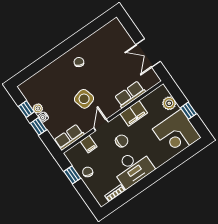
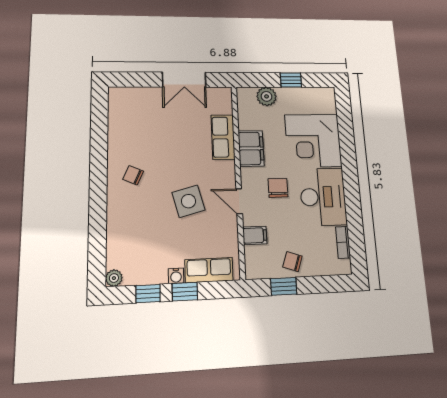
plant: (38, 108) -> (114, 278), moved
corner desk: (177, 133) -> (313, 141), moved, turned 90
row of seats: (69, 137) -> (209, 270), moved, turned 90

